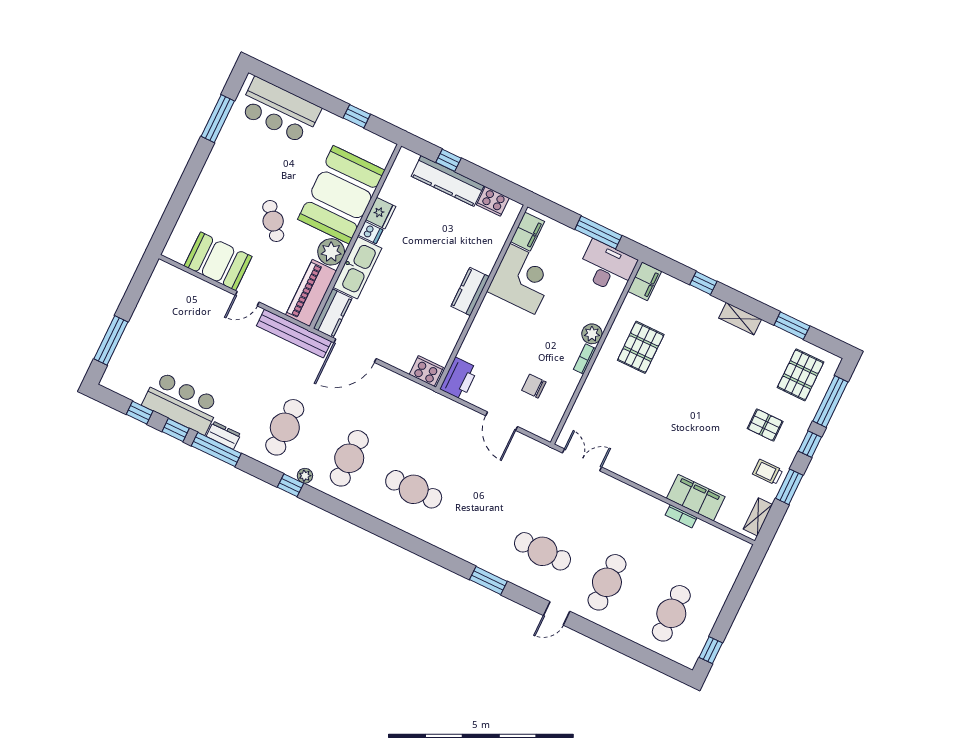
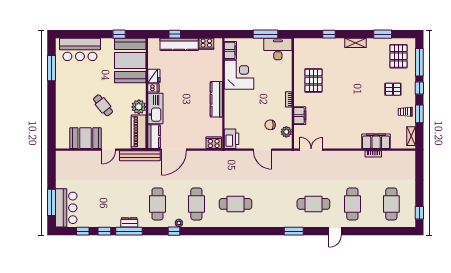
booth: (341, 195) -> (130, 60), moved
filing cabinet: (645, 281) -> (300, 116), moved
kitchen counter: (470, 291) -> (216, 99), width x1.50
plant: (592, 334) -> (286, 132), moved
bar counter: (181, 403) -> (66, 208), moved, turned 90

